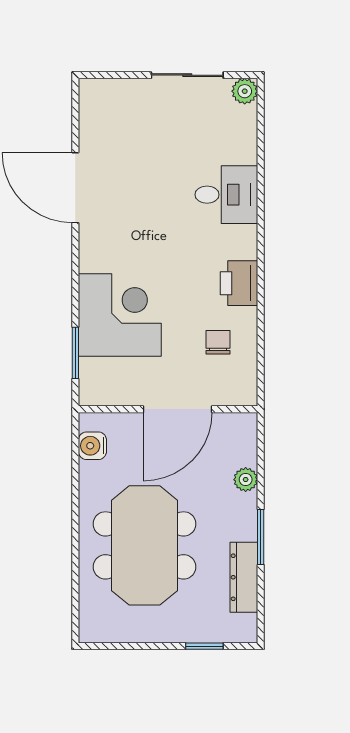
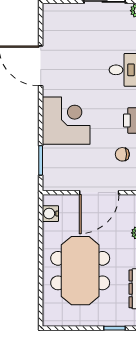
corner desk: (120, 315) -> (66, 121), moved
chair: (218, 342) -> (122, 154), turned -90

